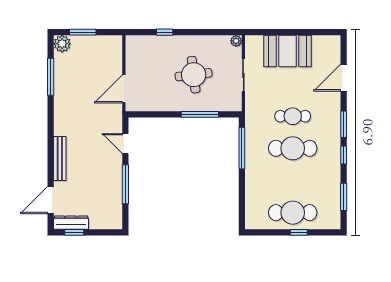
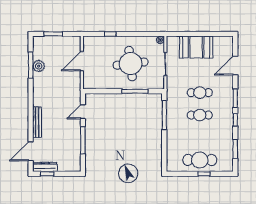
plant: (62, 44) -> (39, 66), moved
round table: (194, 75) -> (131, 64), width x1.36, depth x1.36
door: (124, 89) -> (82, 61), moved
door: (125, 144) -> (83, 112), hinge flipped
cafe table: (293, 148) -> (200, 115), width x0.73, depth x0.74

